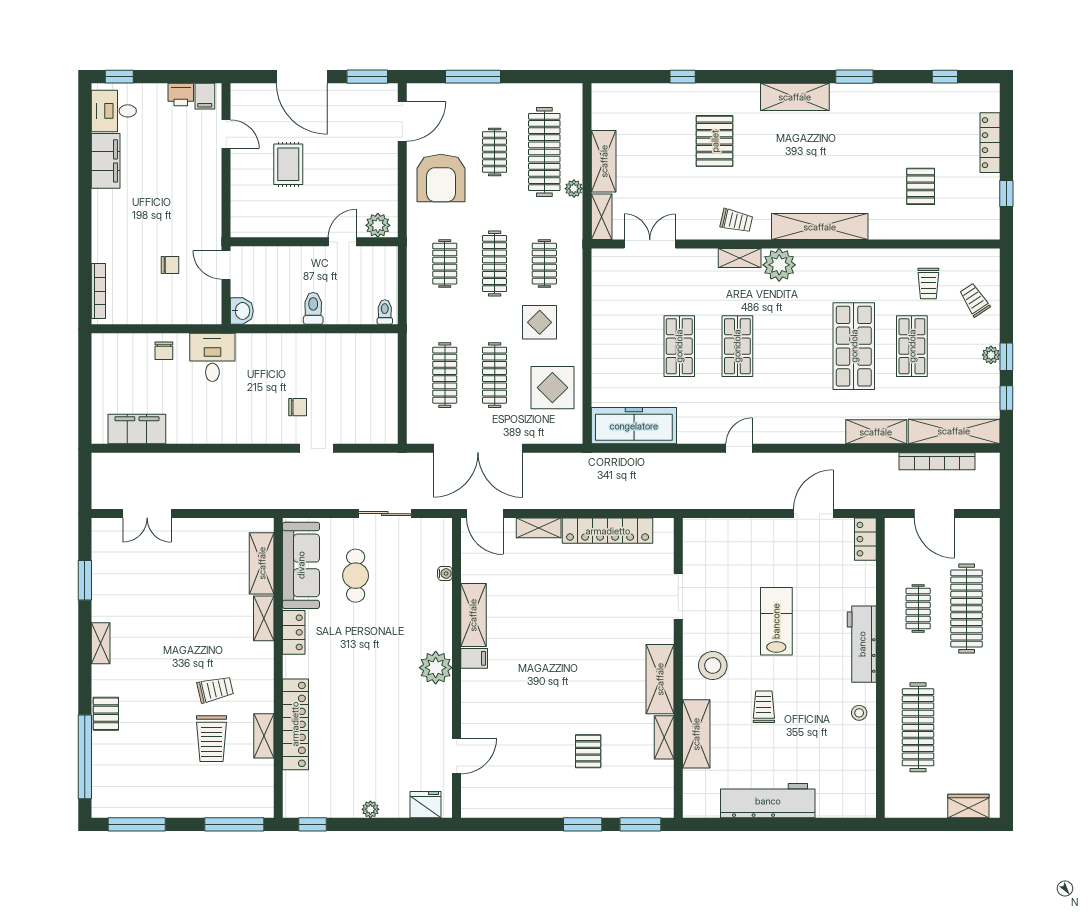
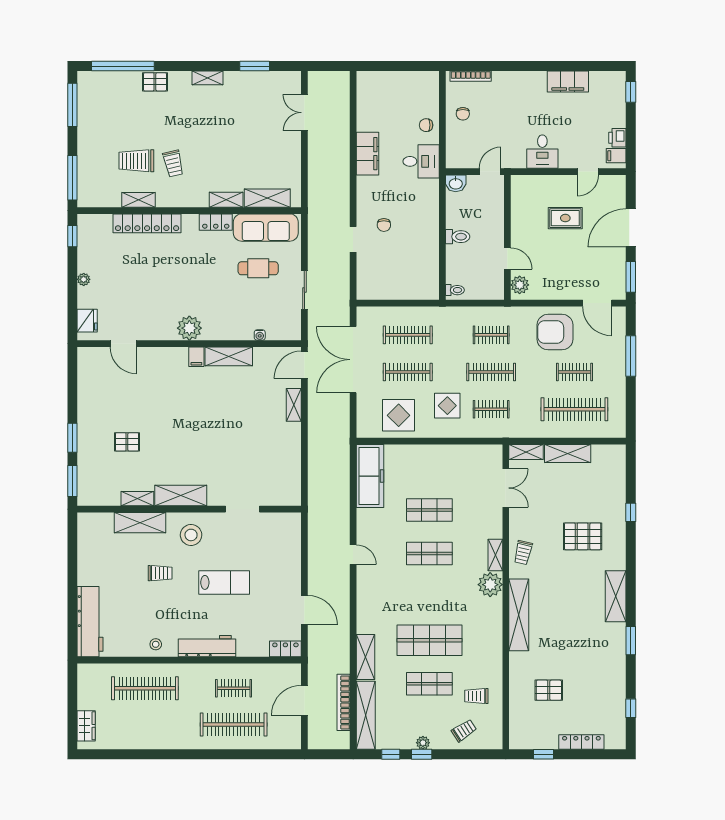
desk: (114, 111) -> (542, 152), moved, turned 180
plant: (574, 189) -> (547, 431), removed
chair: (170, 265) -> (463, 114), moved
filing cabinet: (137, 429) -> (368, 154), moved
locker: (608, 531) -> (292, 456), removed
workbench: (768, 801) -> (90, 622), moved

